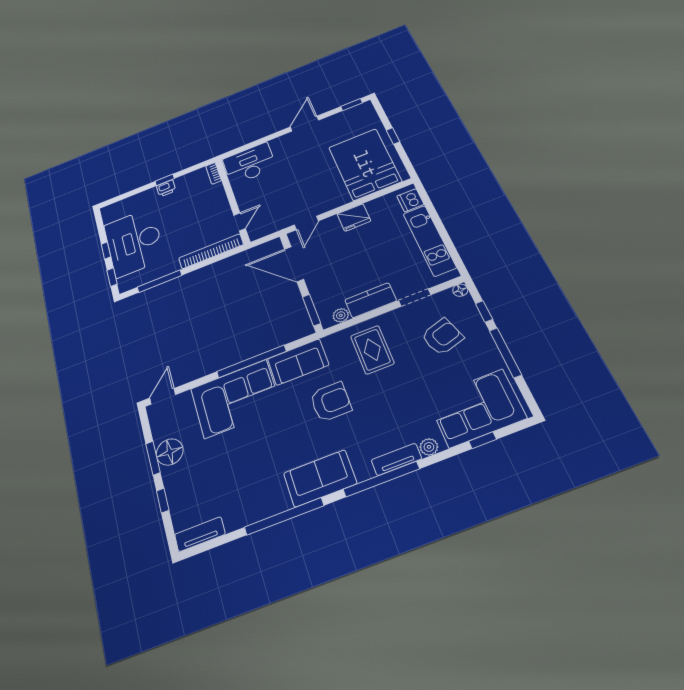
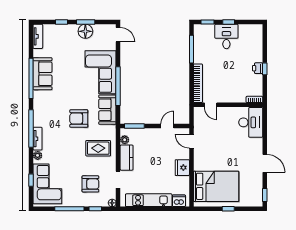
desk: (134, 242) -> (226, 36), width x0.53, depth x0.77
door: (294, 264) -> (167, 126), width x0.53
armchair: (442, 337) -> (90, 184), turned -73
armchair: (331, 402) -> (79, 119), turned 90
sofa: (320, 478) -> (43, 74), moved

